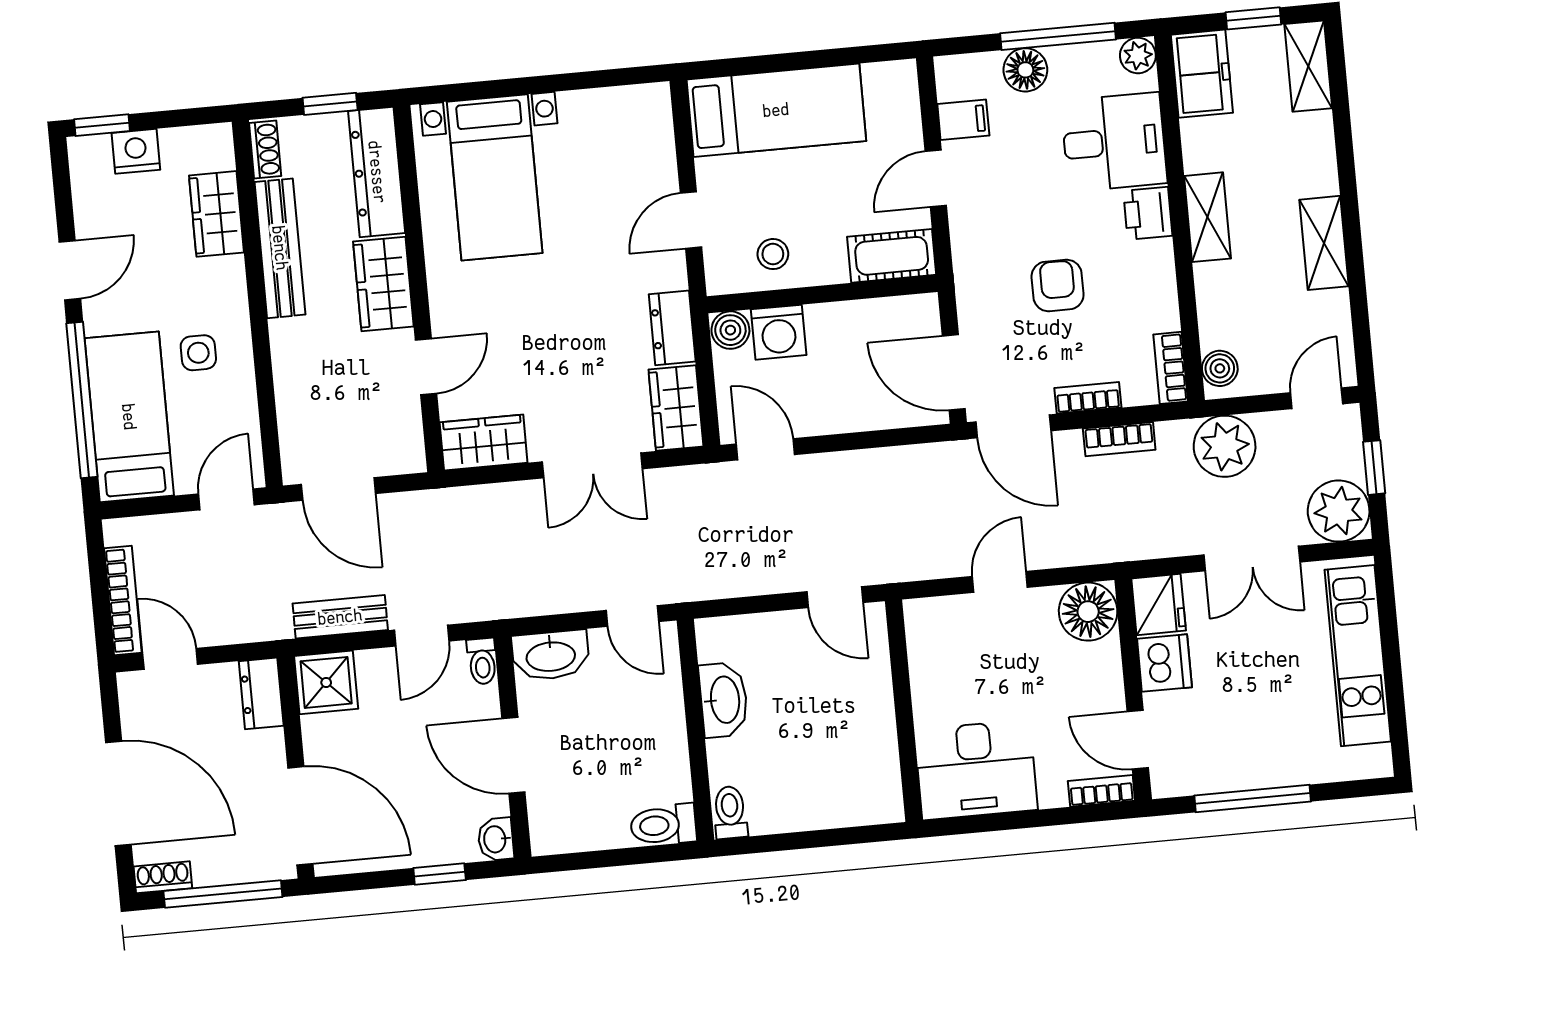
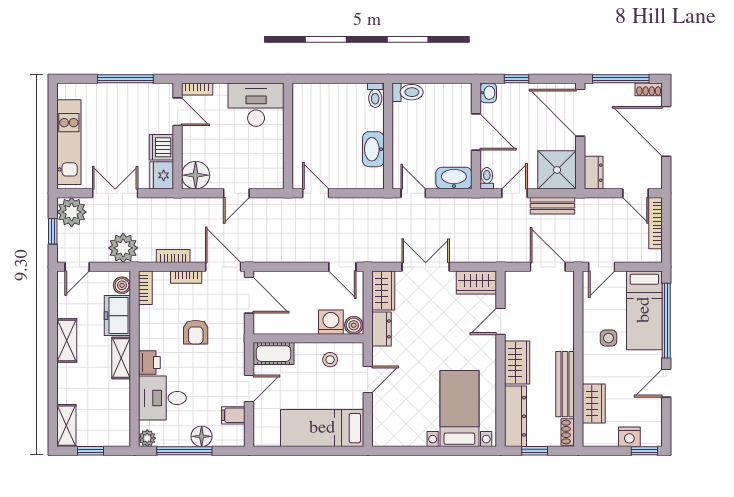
freezer: (1202, 74) -> (117, 316), moved
shower: (326, 682) -> (557, 170), width x1.36, depth x1.36

